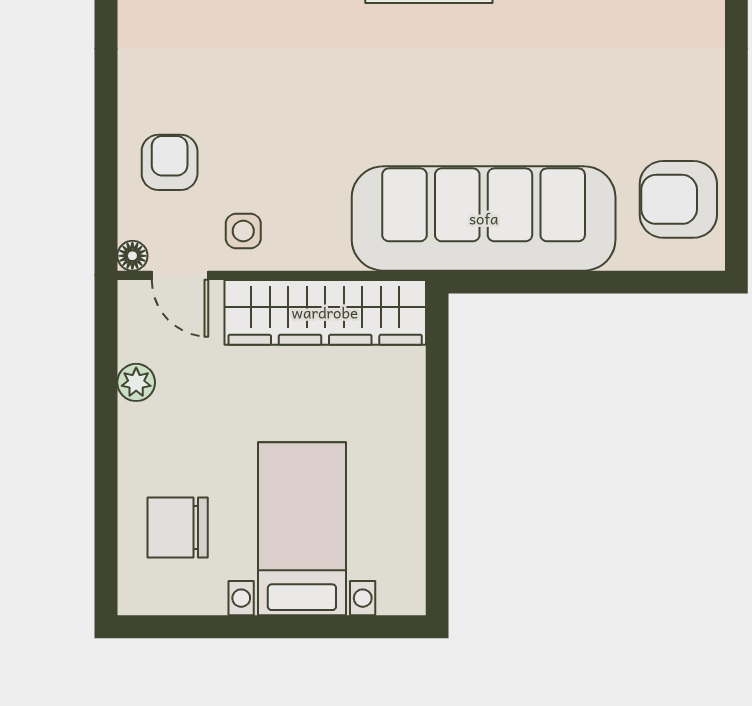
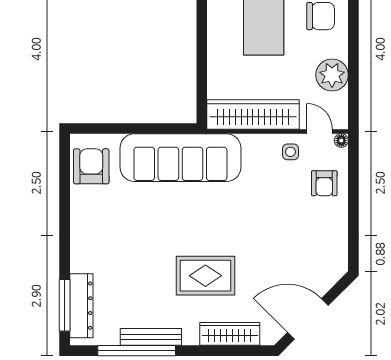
armchair: (678, 199) -> (91, 166), turned -90
plant: (136, 382) -> (332, 75), width x1.87, depth x1.87

